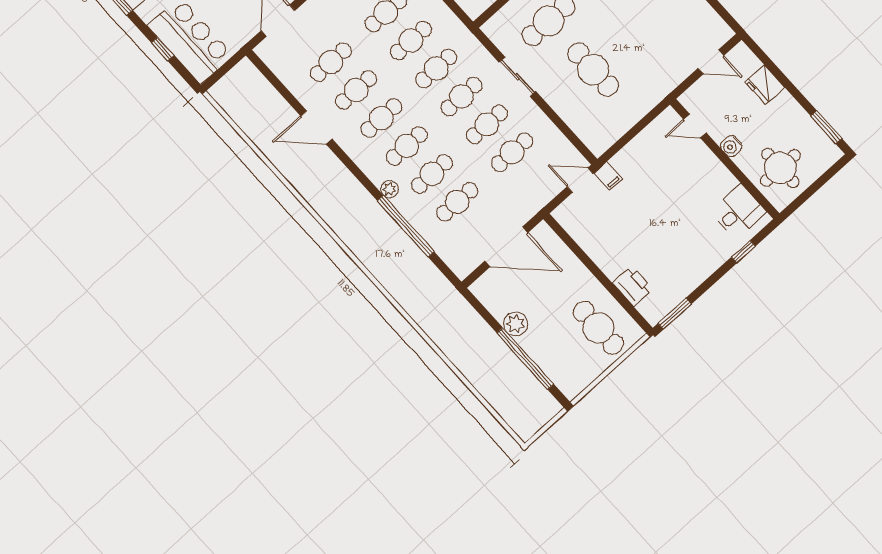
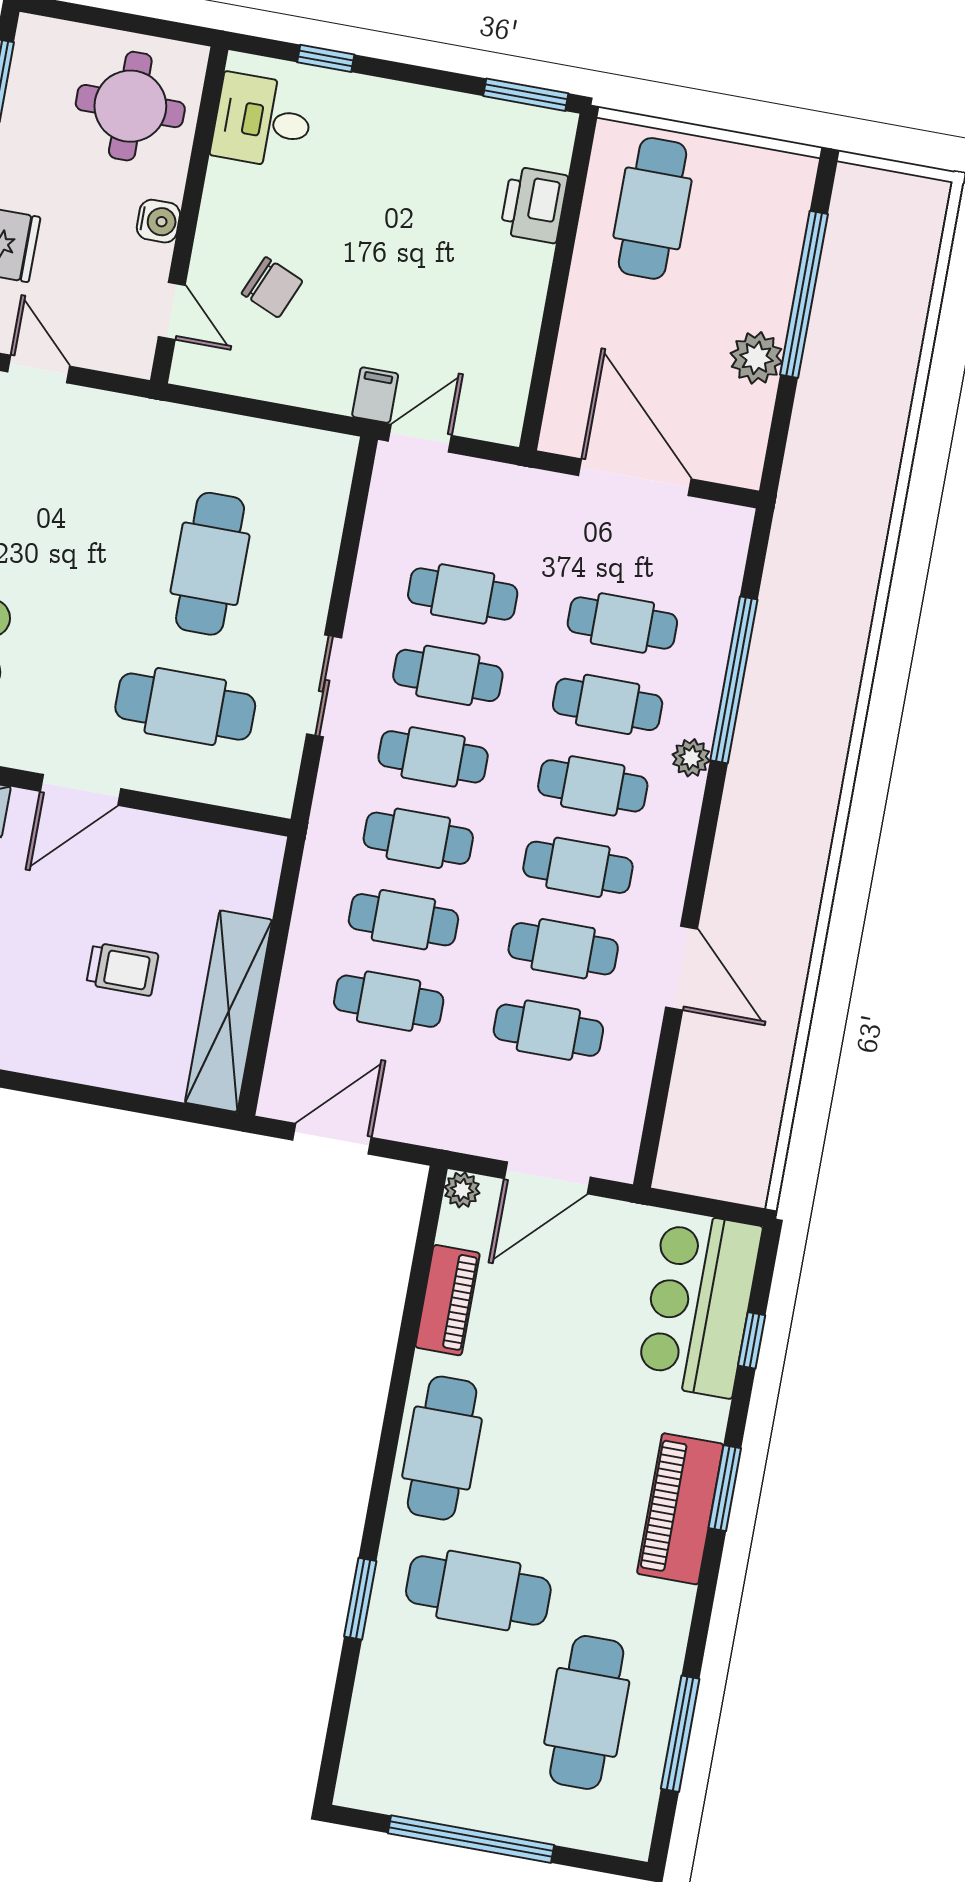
chair: (676, 169) -> (272, 287), added
door: (580, 180) -> (420, 438), swing flipped

